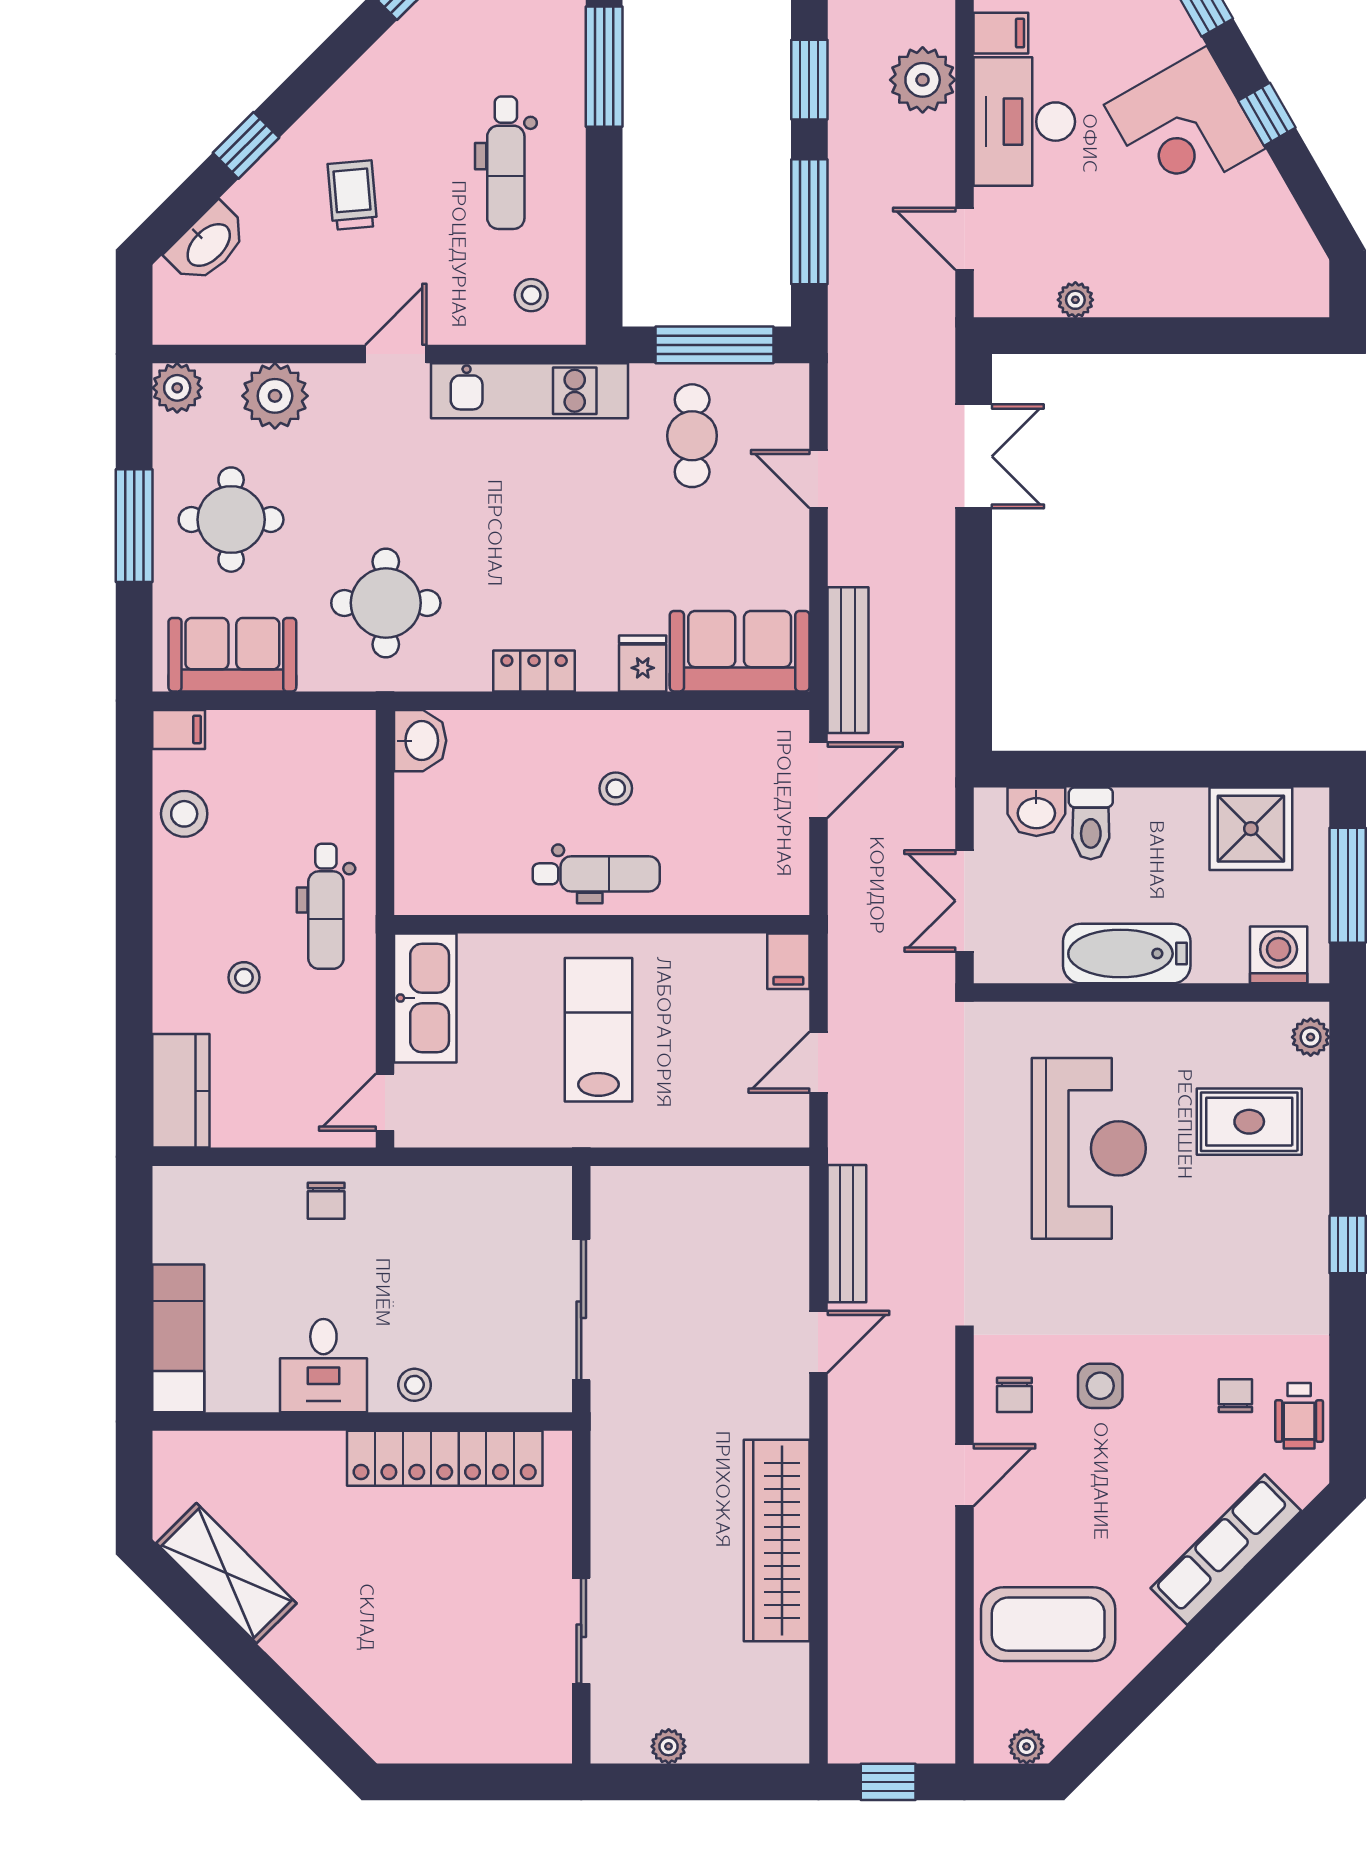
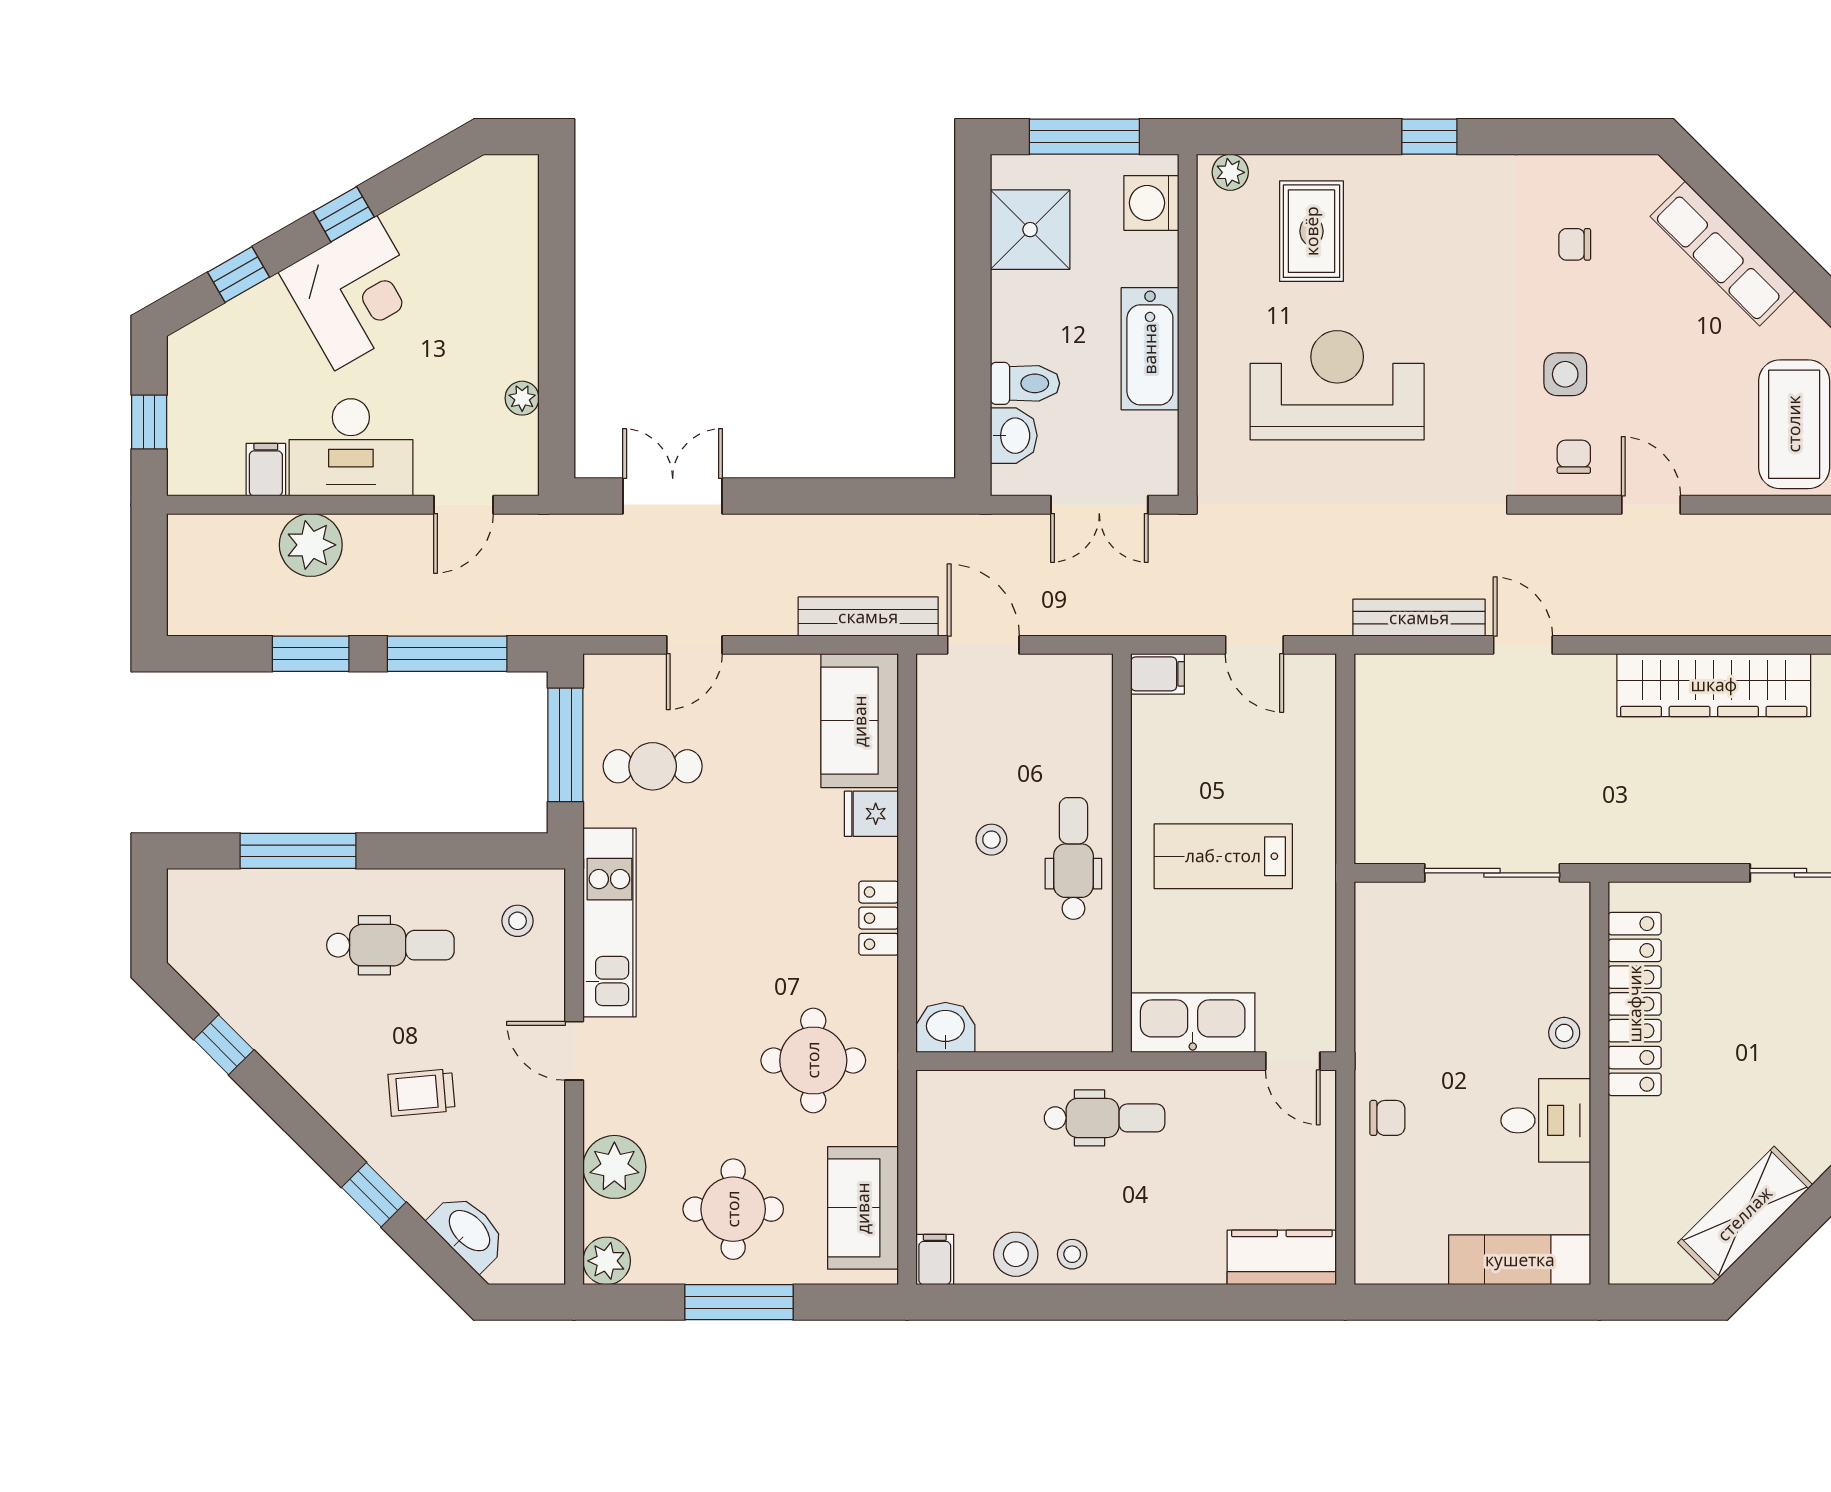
stool: (244, 977) -> (1072, 1254), moved
chair: (1014, 1395) -> (1574, 457), turned -90
wheelchair: (1299, 1416) -> (1594, 183), removed

